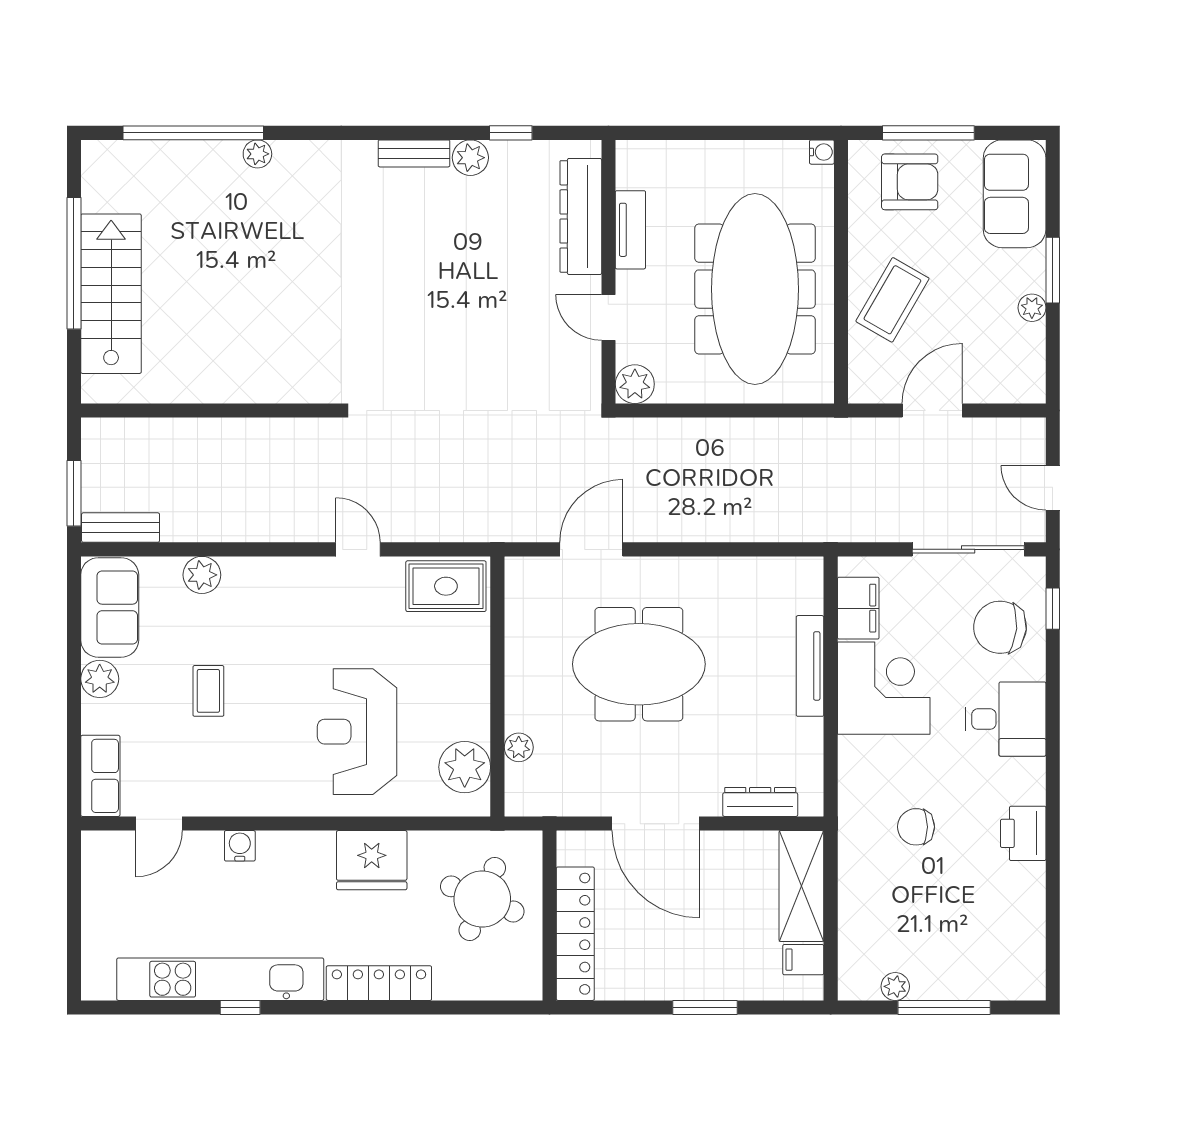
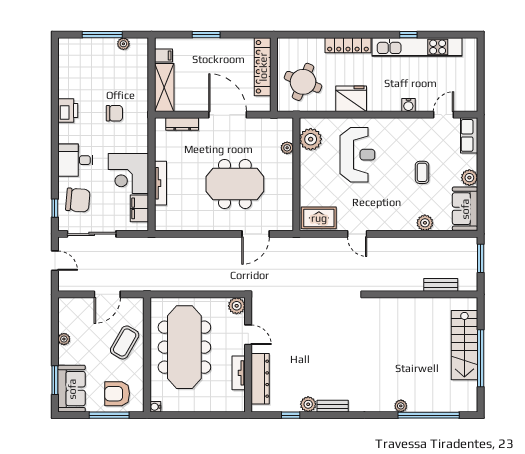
window: (1053, 270) -> (55, 380), moved
bench: (121, 528) -> (441, 285), moved

